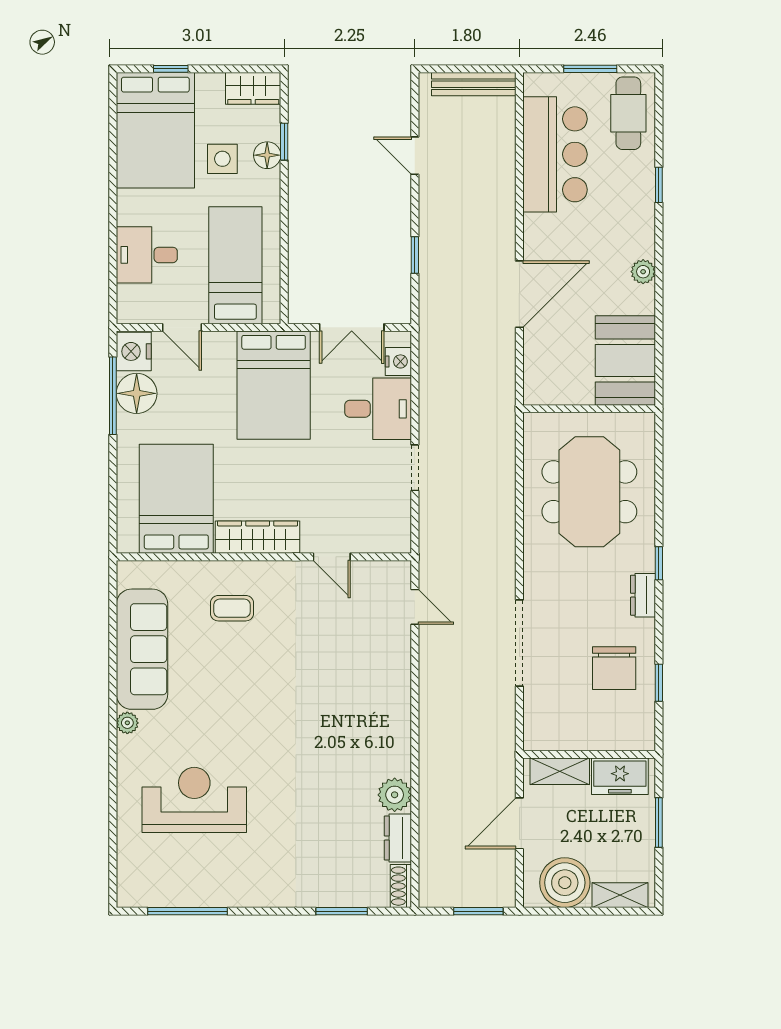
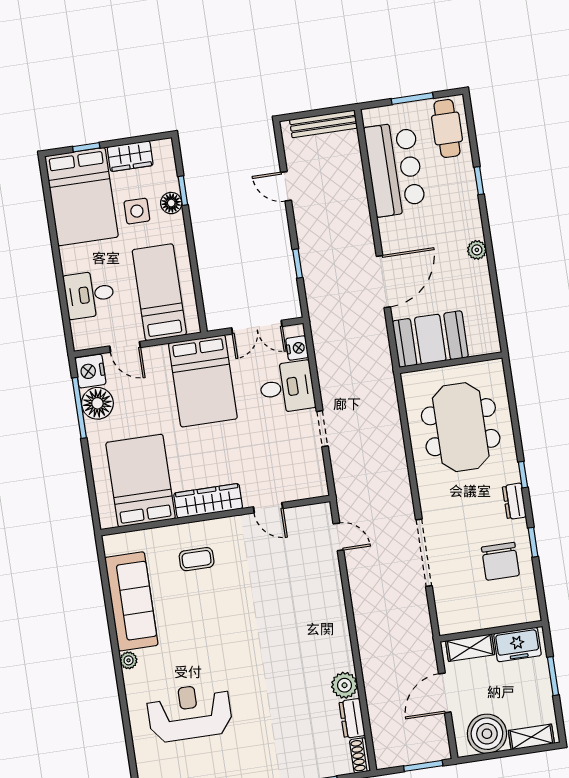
wardrobe: (253, 88) -> (130, 156), moved
booth: (625, 360) -> (430, 339), moved, turned 90
window: (659, 683) -> (533, 542), moved

